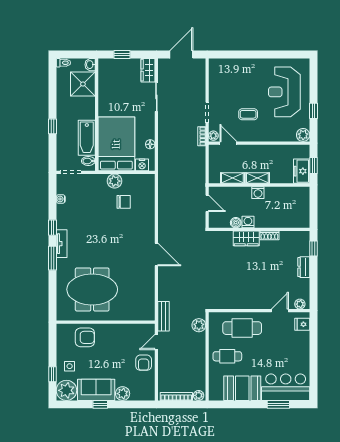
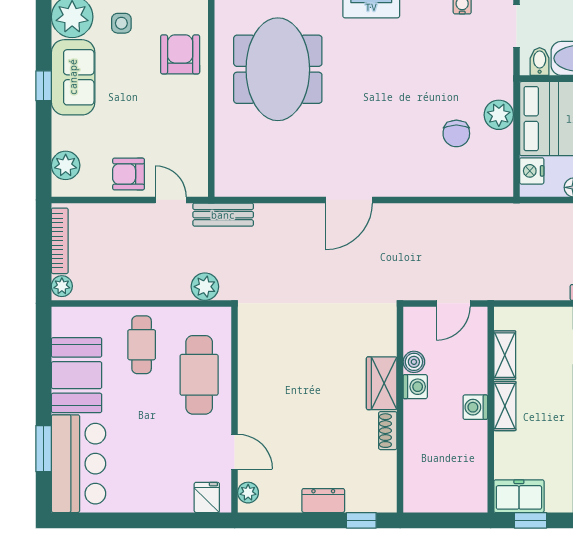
armchair: (85, 337) -> (180, 54), turned 180
plant: (123, 394) -> (66, 165), moved

